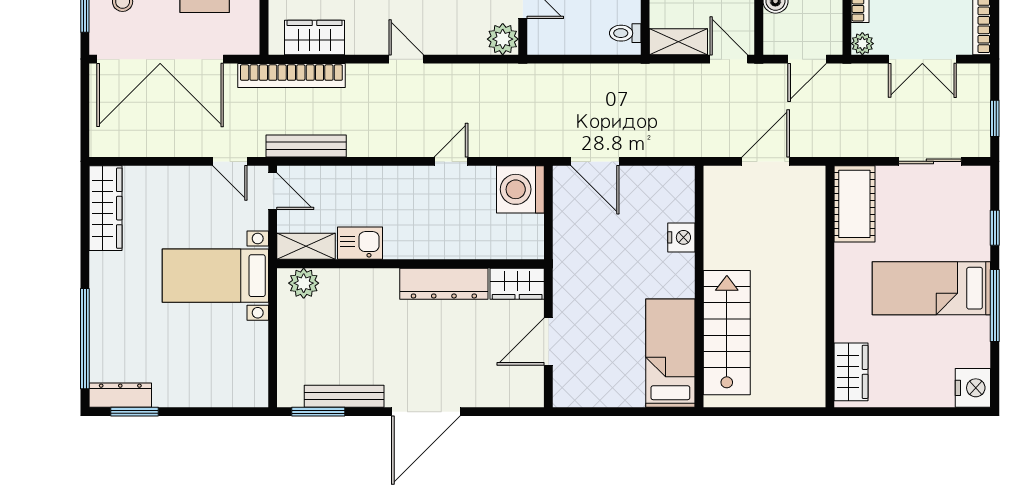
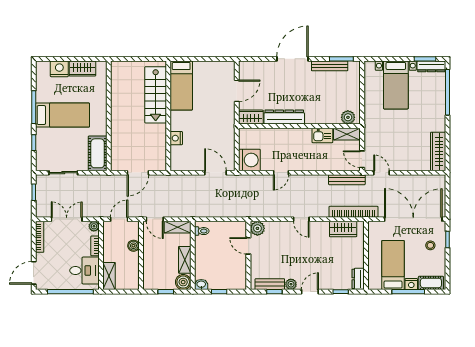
bed with nightstands: (215, 276) -> (396, 85), moved, turned 90
wardrobe: (851, 372) -> (82, 69), moved, turned -90
nightstand: (973, 388) -> (59, 69), moved, turned 90

